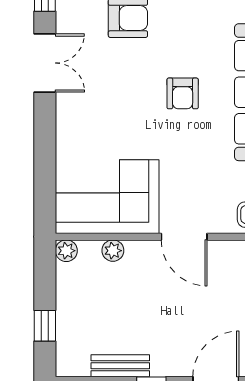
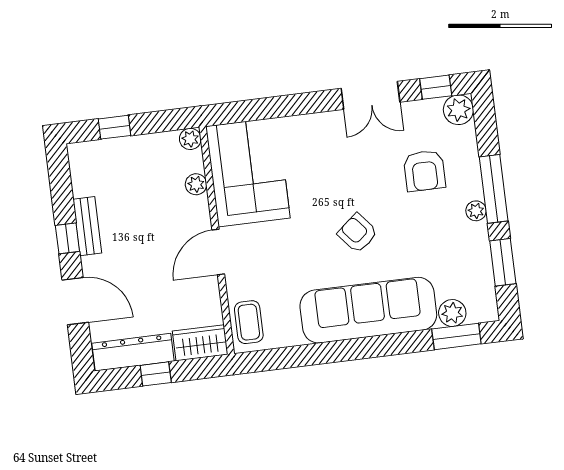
armchair: (183, 93) -> (358, 233), turned 50
bench: (120, 366) -> (87, 226), moved

